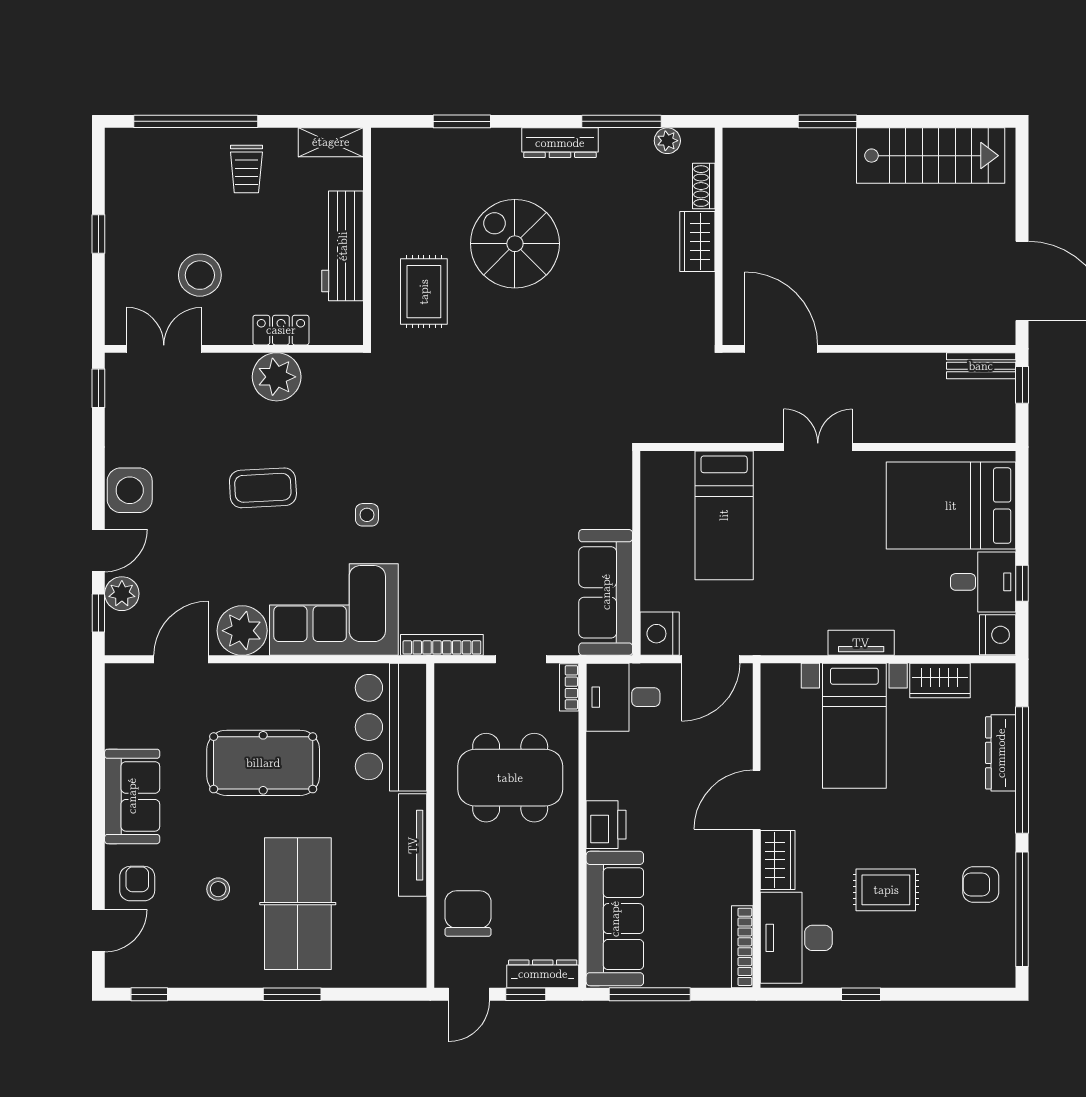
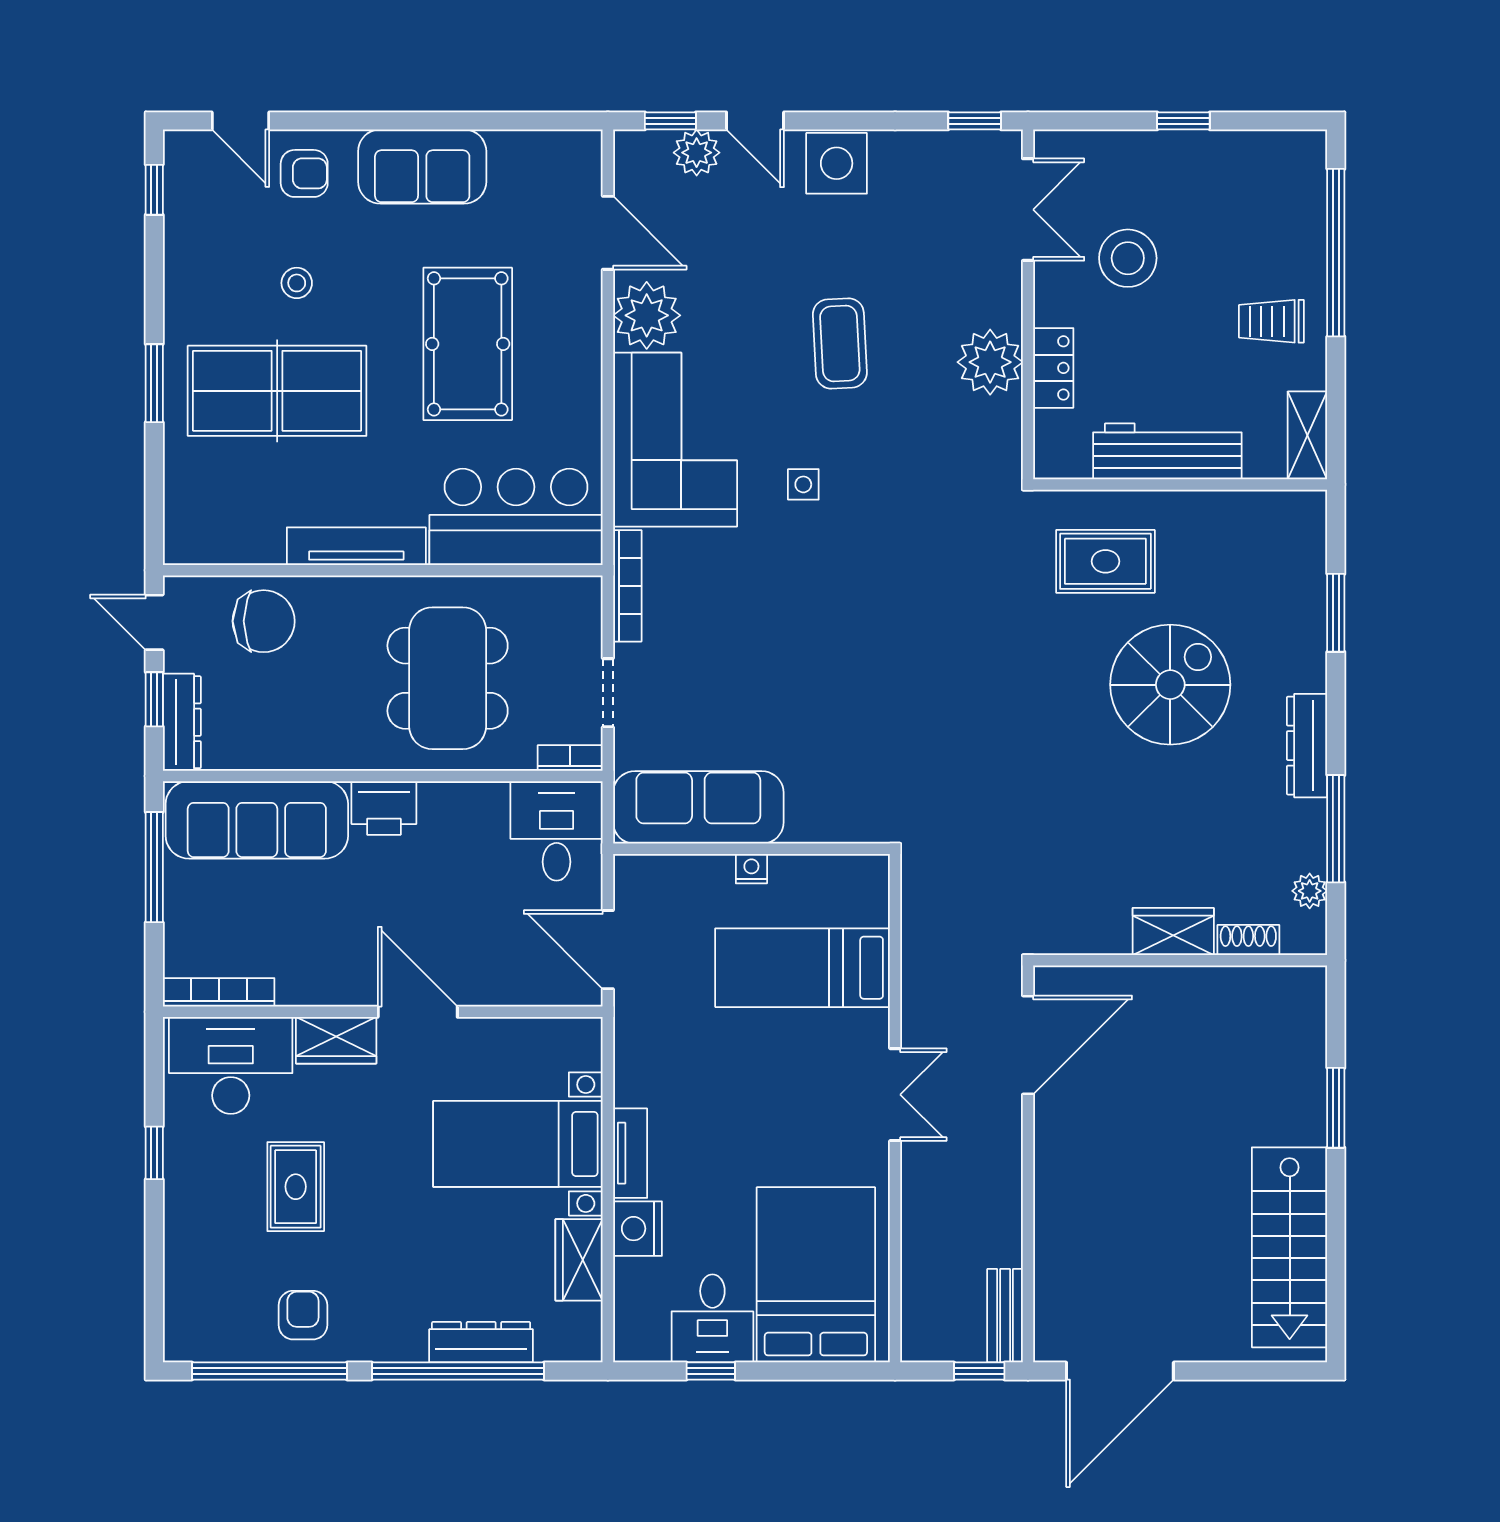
nightstand: (660, 634) -> (751, 869), moved, width x0.53, depth x0.56
nightstand: (998, 635) -> (637, 1229), moved, turned 90

